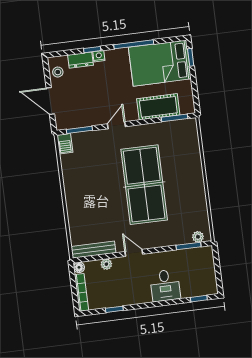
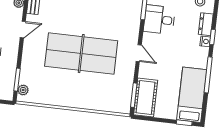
bed: (160, 63) -> (192, 95), width x0.67
cot: (158, 107) -> (146, 97), moved
desk: (88, 111) -> (159, 20), added
door: (116, 125) -> (139, 53), moved

